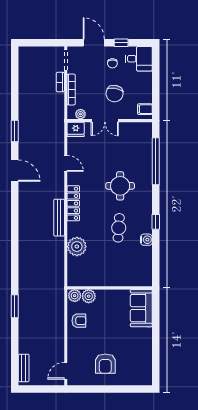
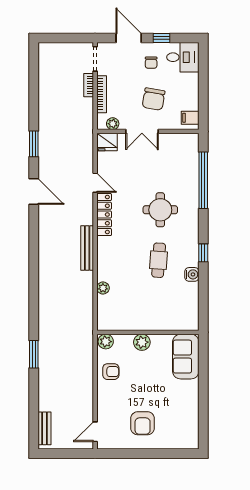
locker: (73, 203) -> (104, 215), moved
plant: (77, 247) -> (103, 288), width x0.53, depth x0.53
plant: (89, 296) -> (142, 342), moved

